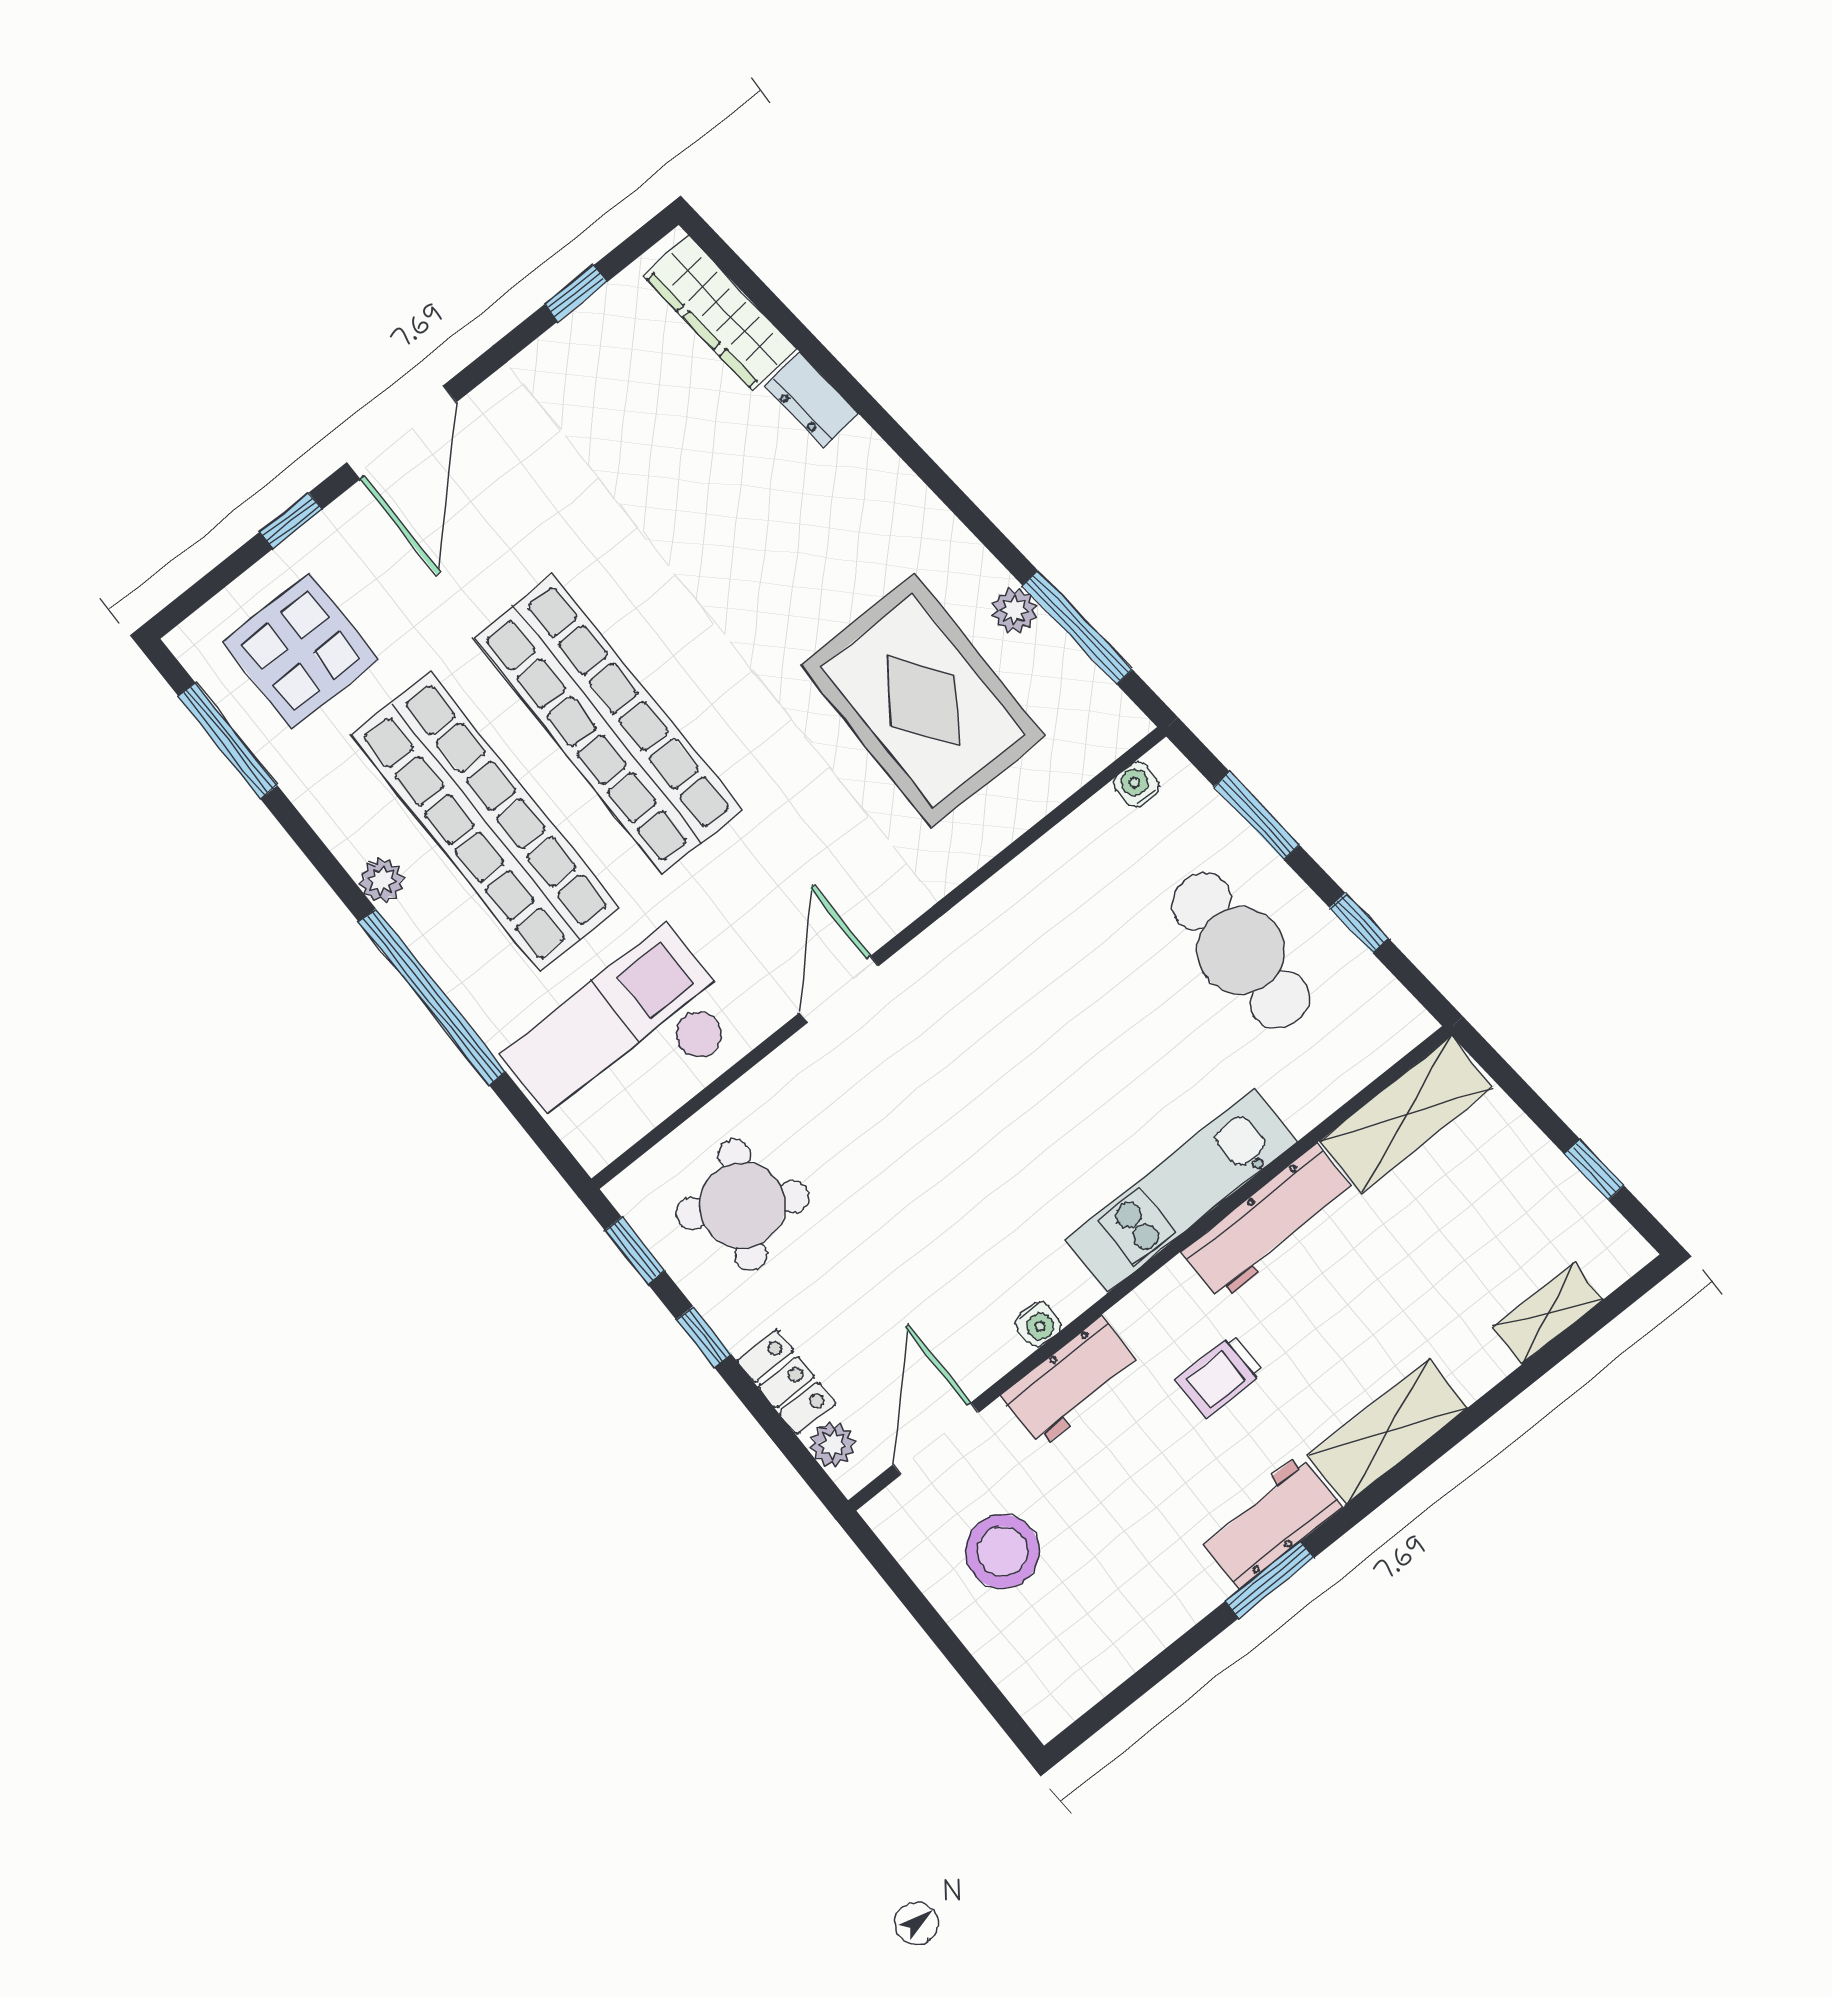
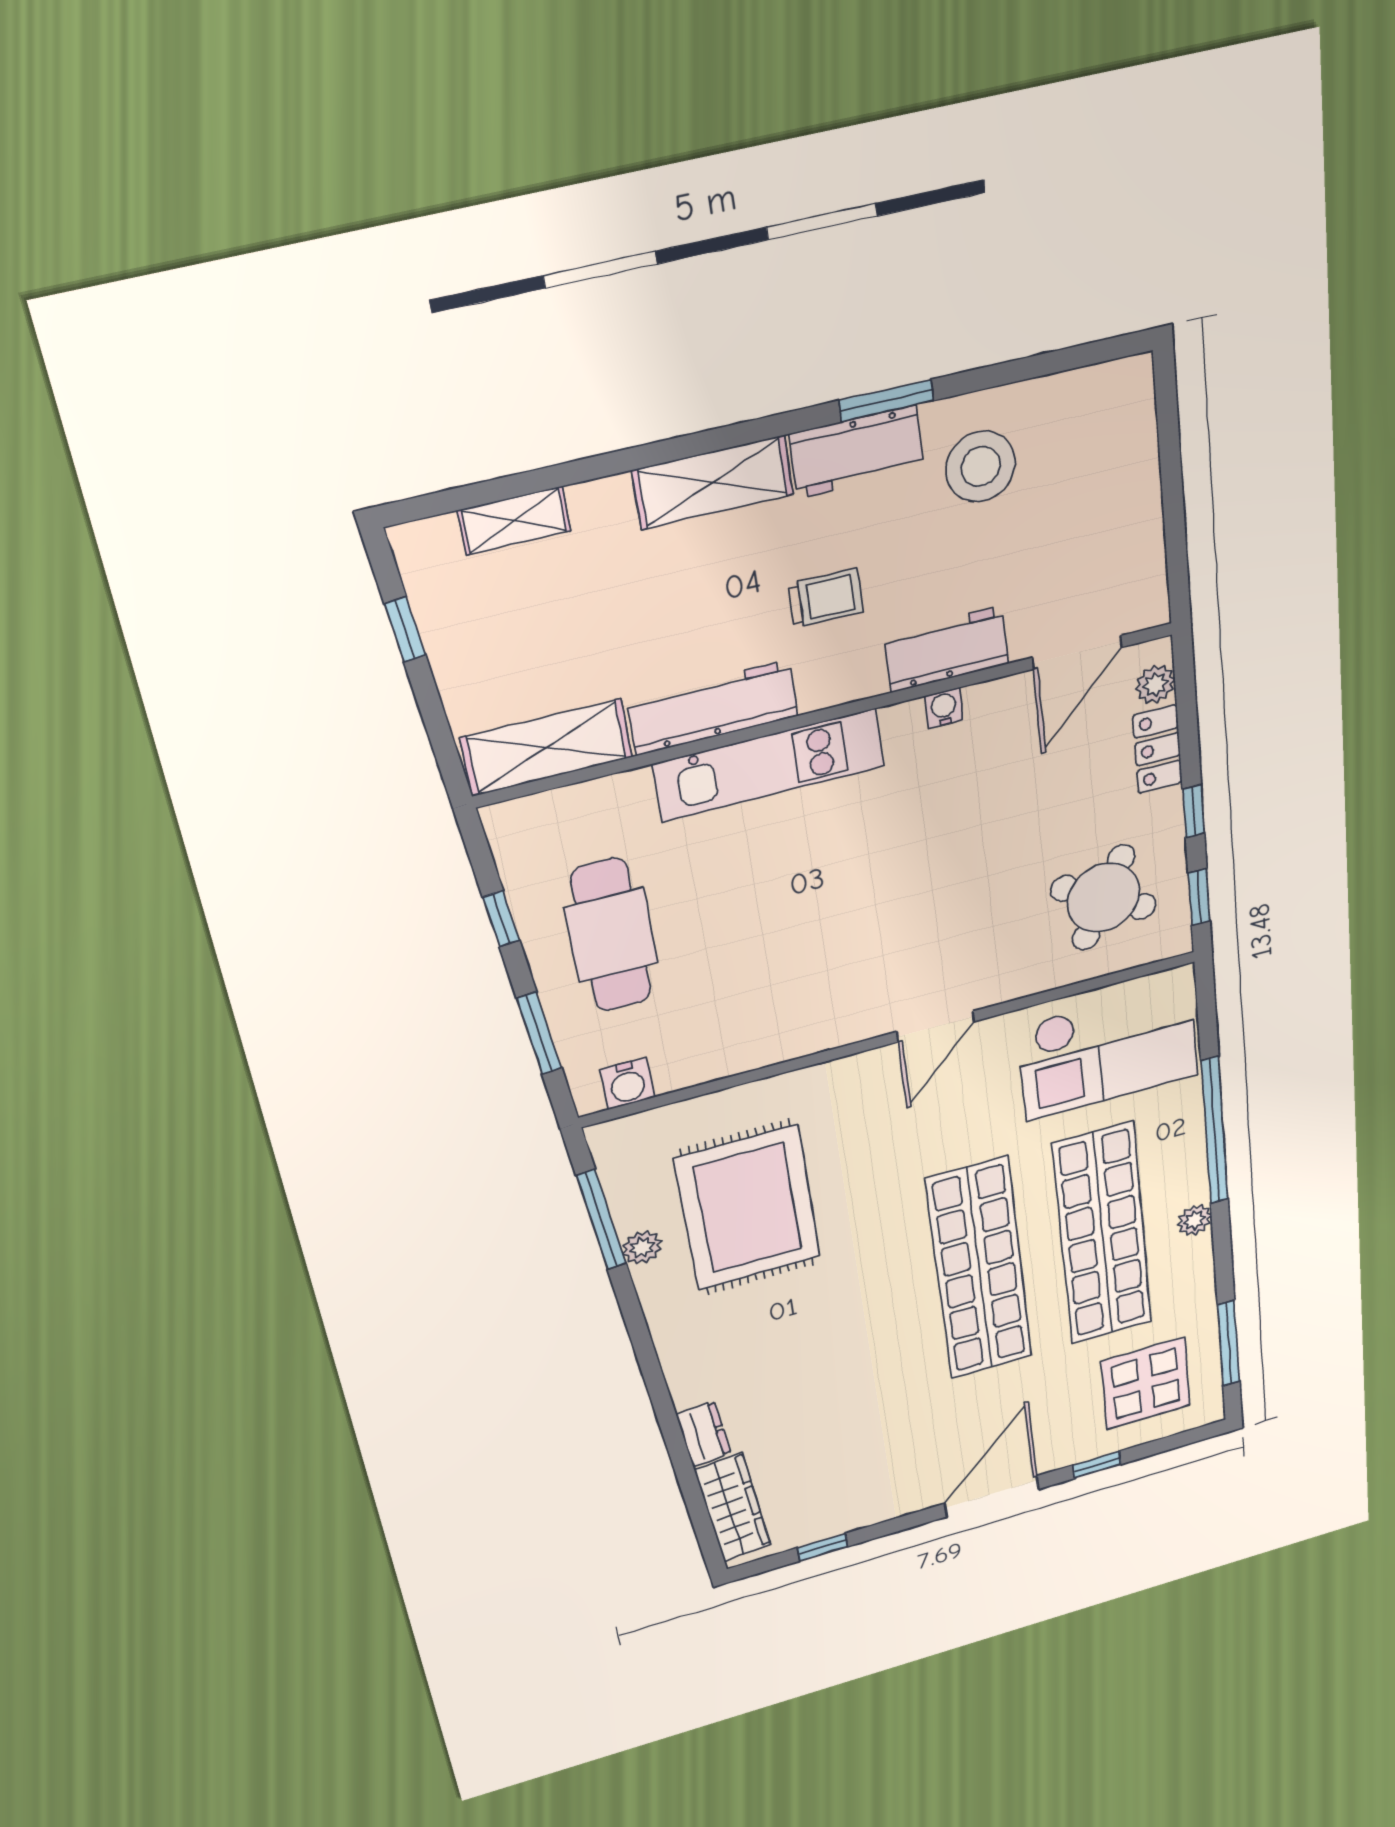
water cooler: (1136, 785) -> (627, 1084), width x1.38, depth x1.38
stool: (1002, 1551) -> (981, 467), moved

